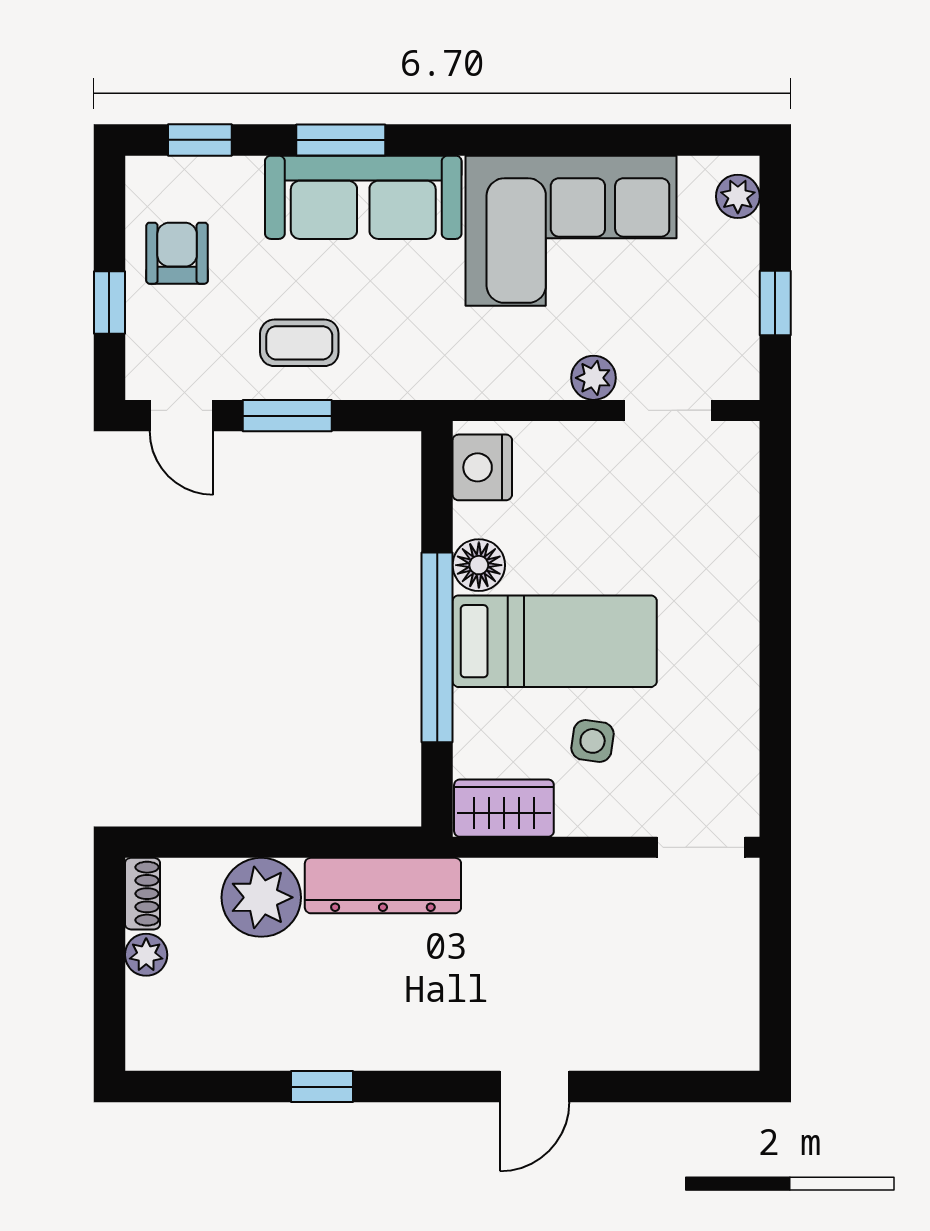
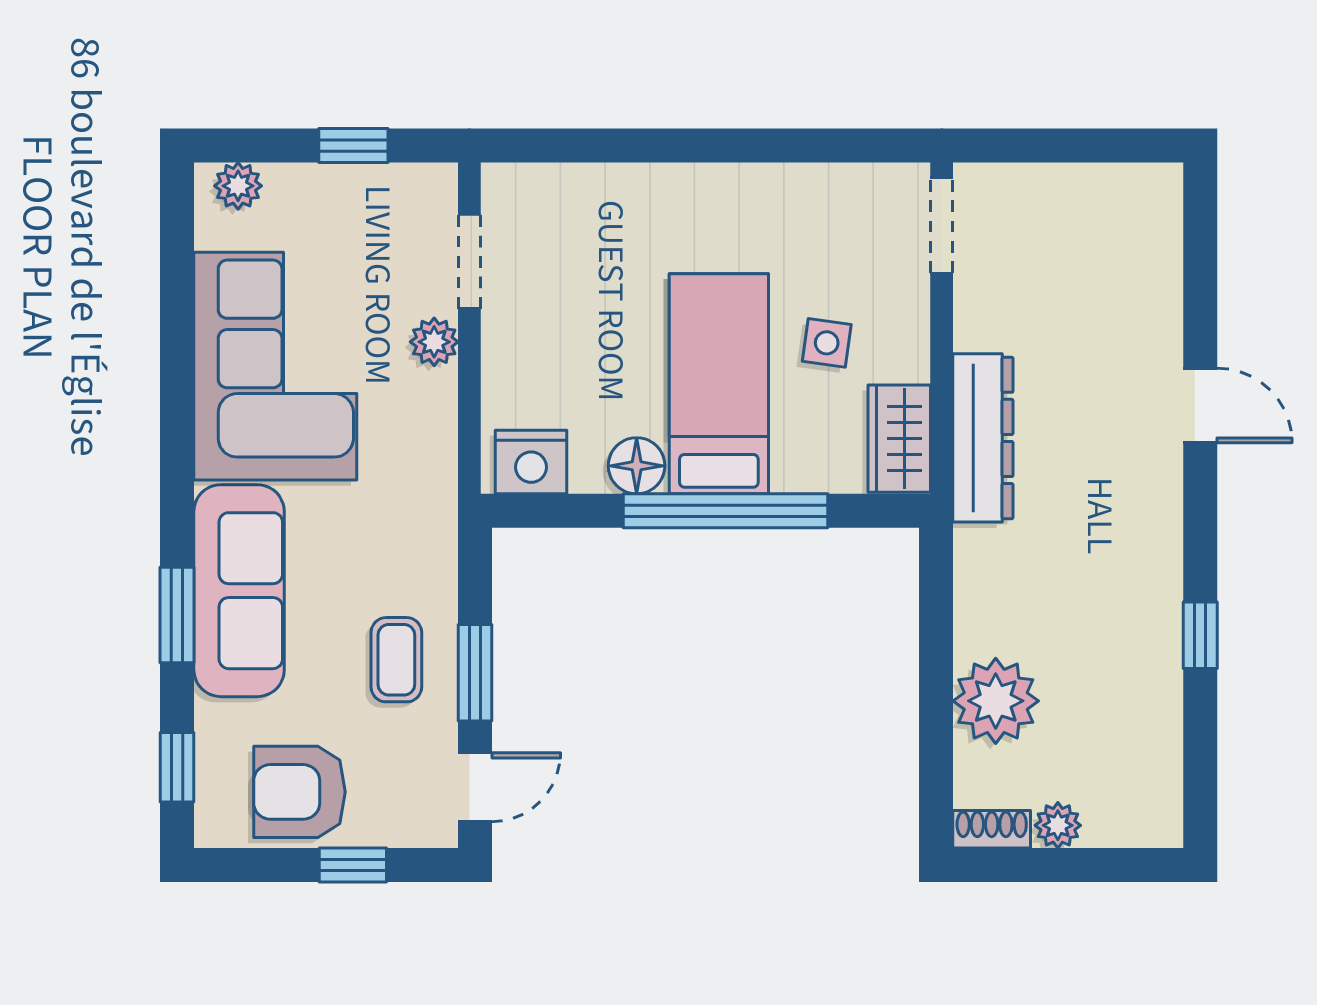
armchair: (177, 253) -> (299, 792), width x1.38, depth x1.38
dresser: (383, 886) -> (983, 438), moved

